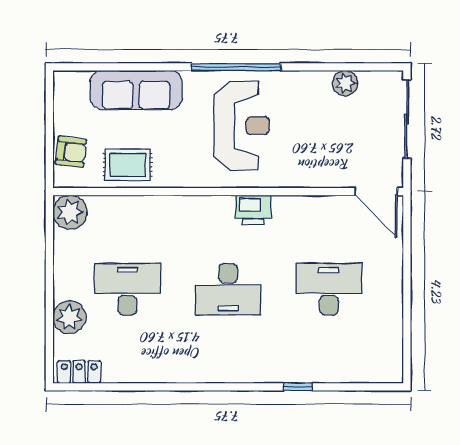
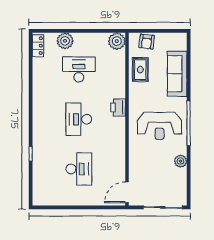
plant: (345, 83) -> (181, 161), moved
printer: (253, 210) -> (118, 107), moved
desk: (127, 289) -> (79, 69), turned -90

